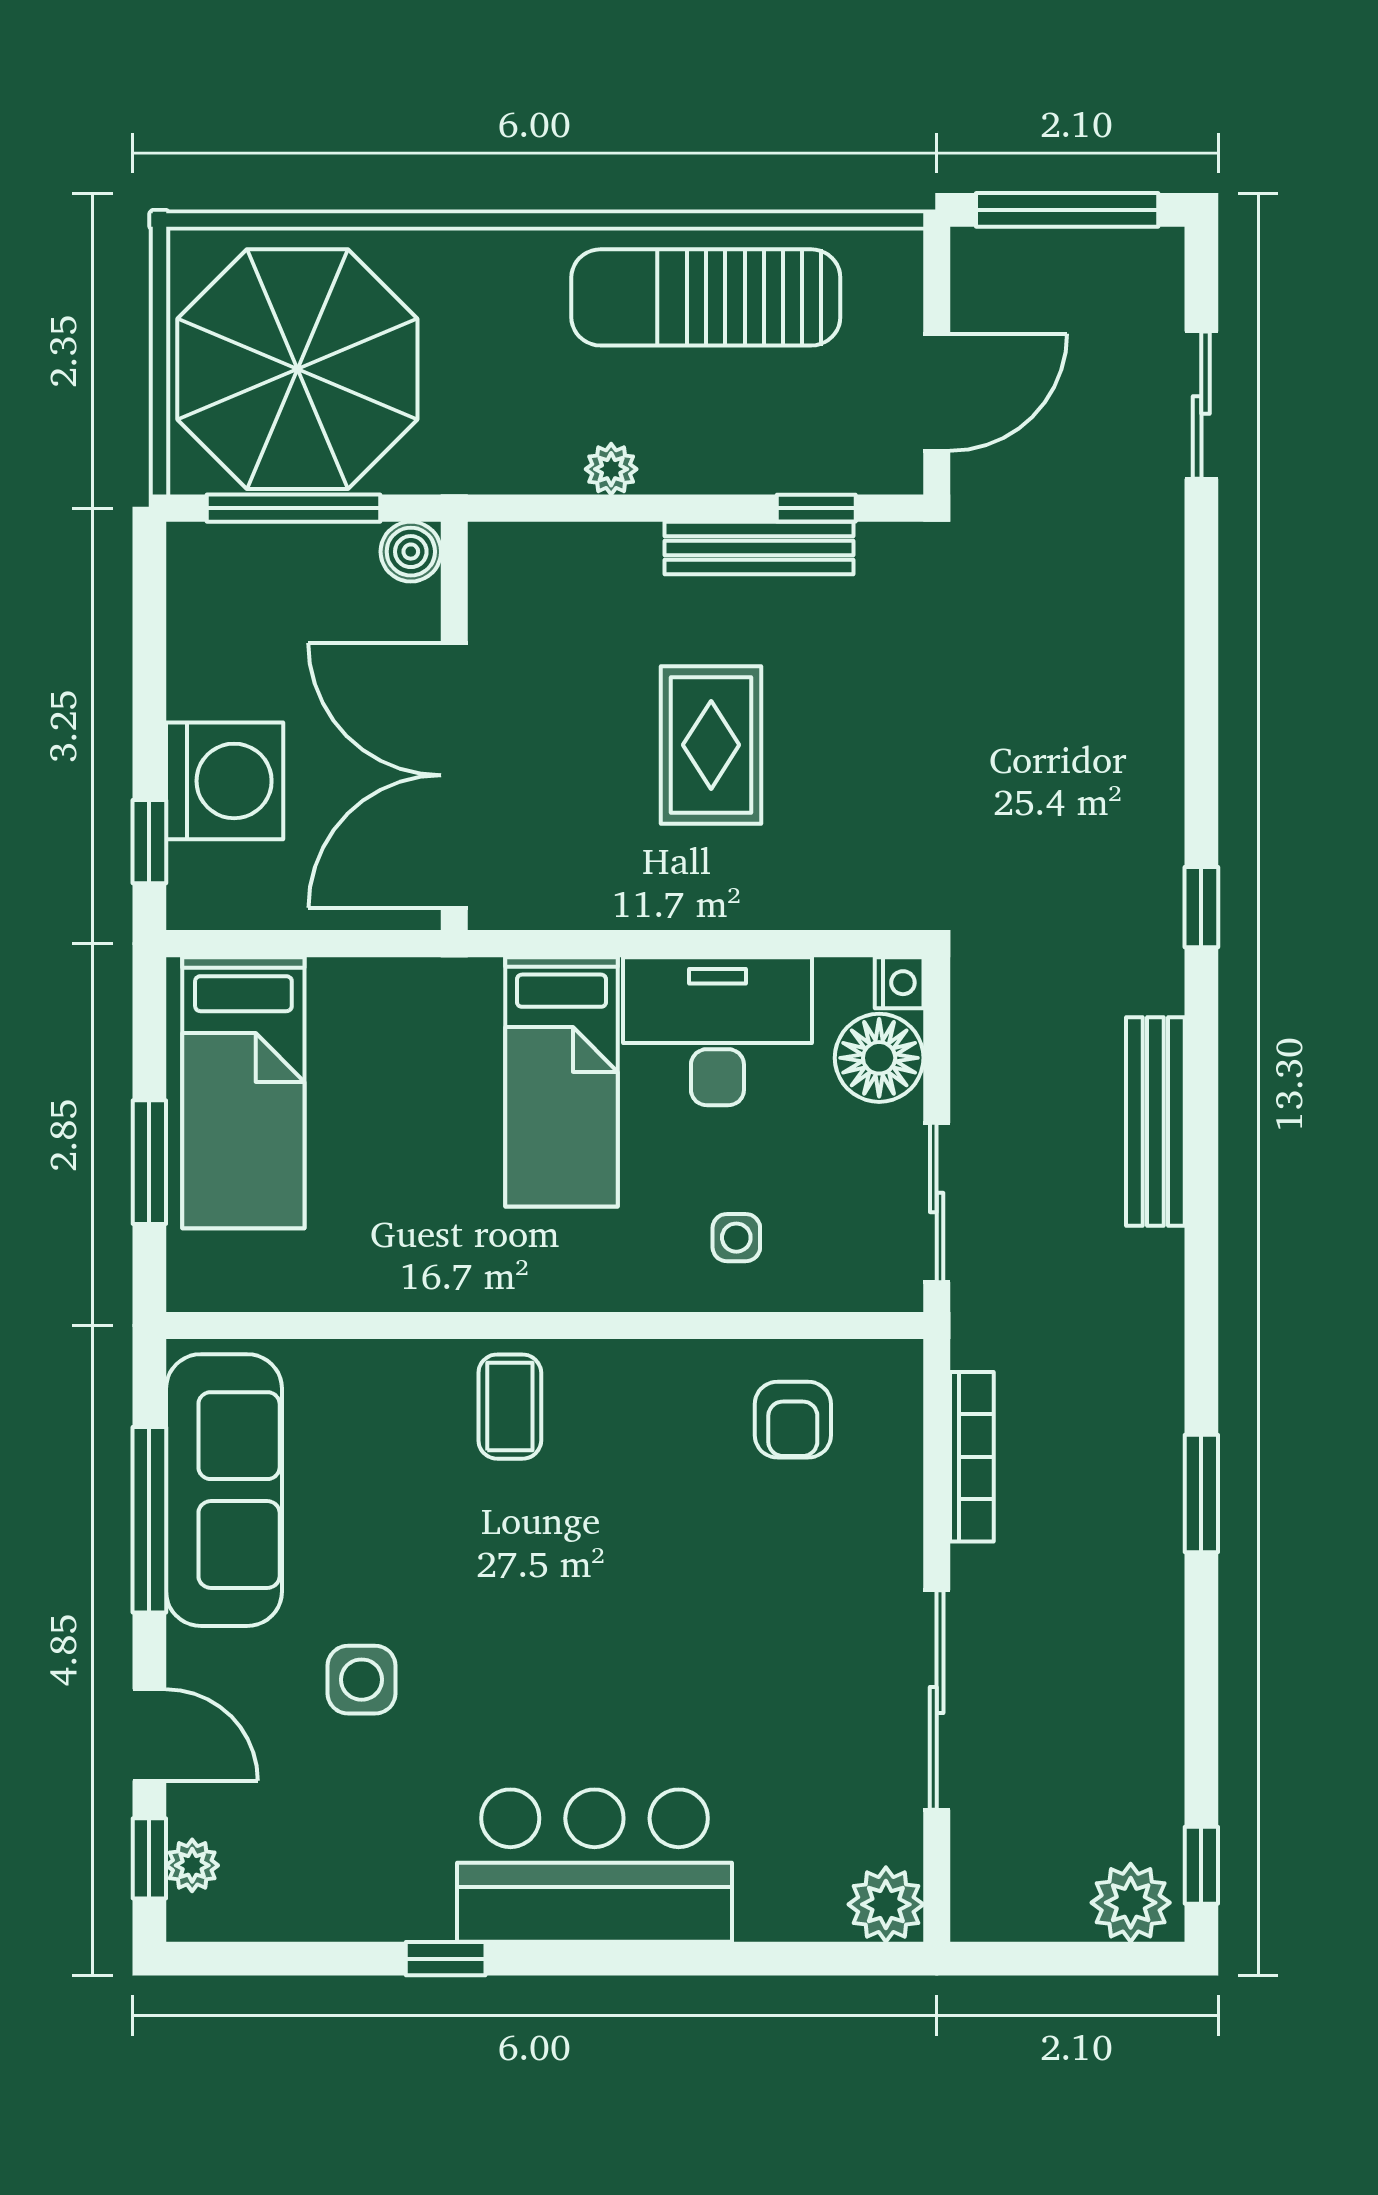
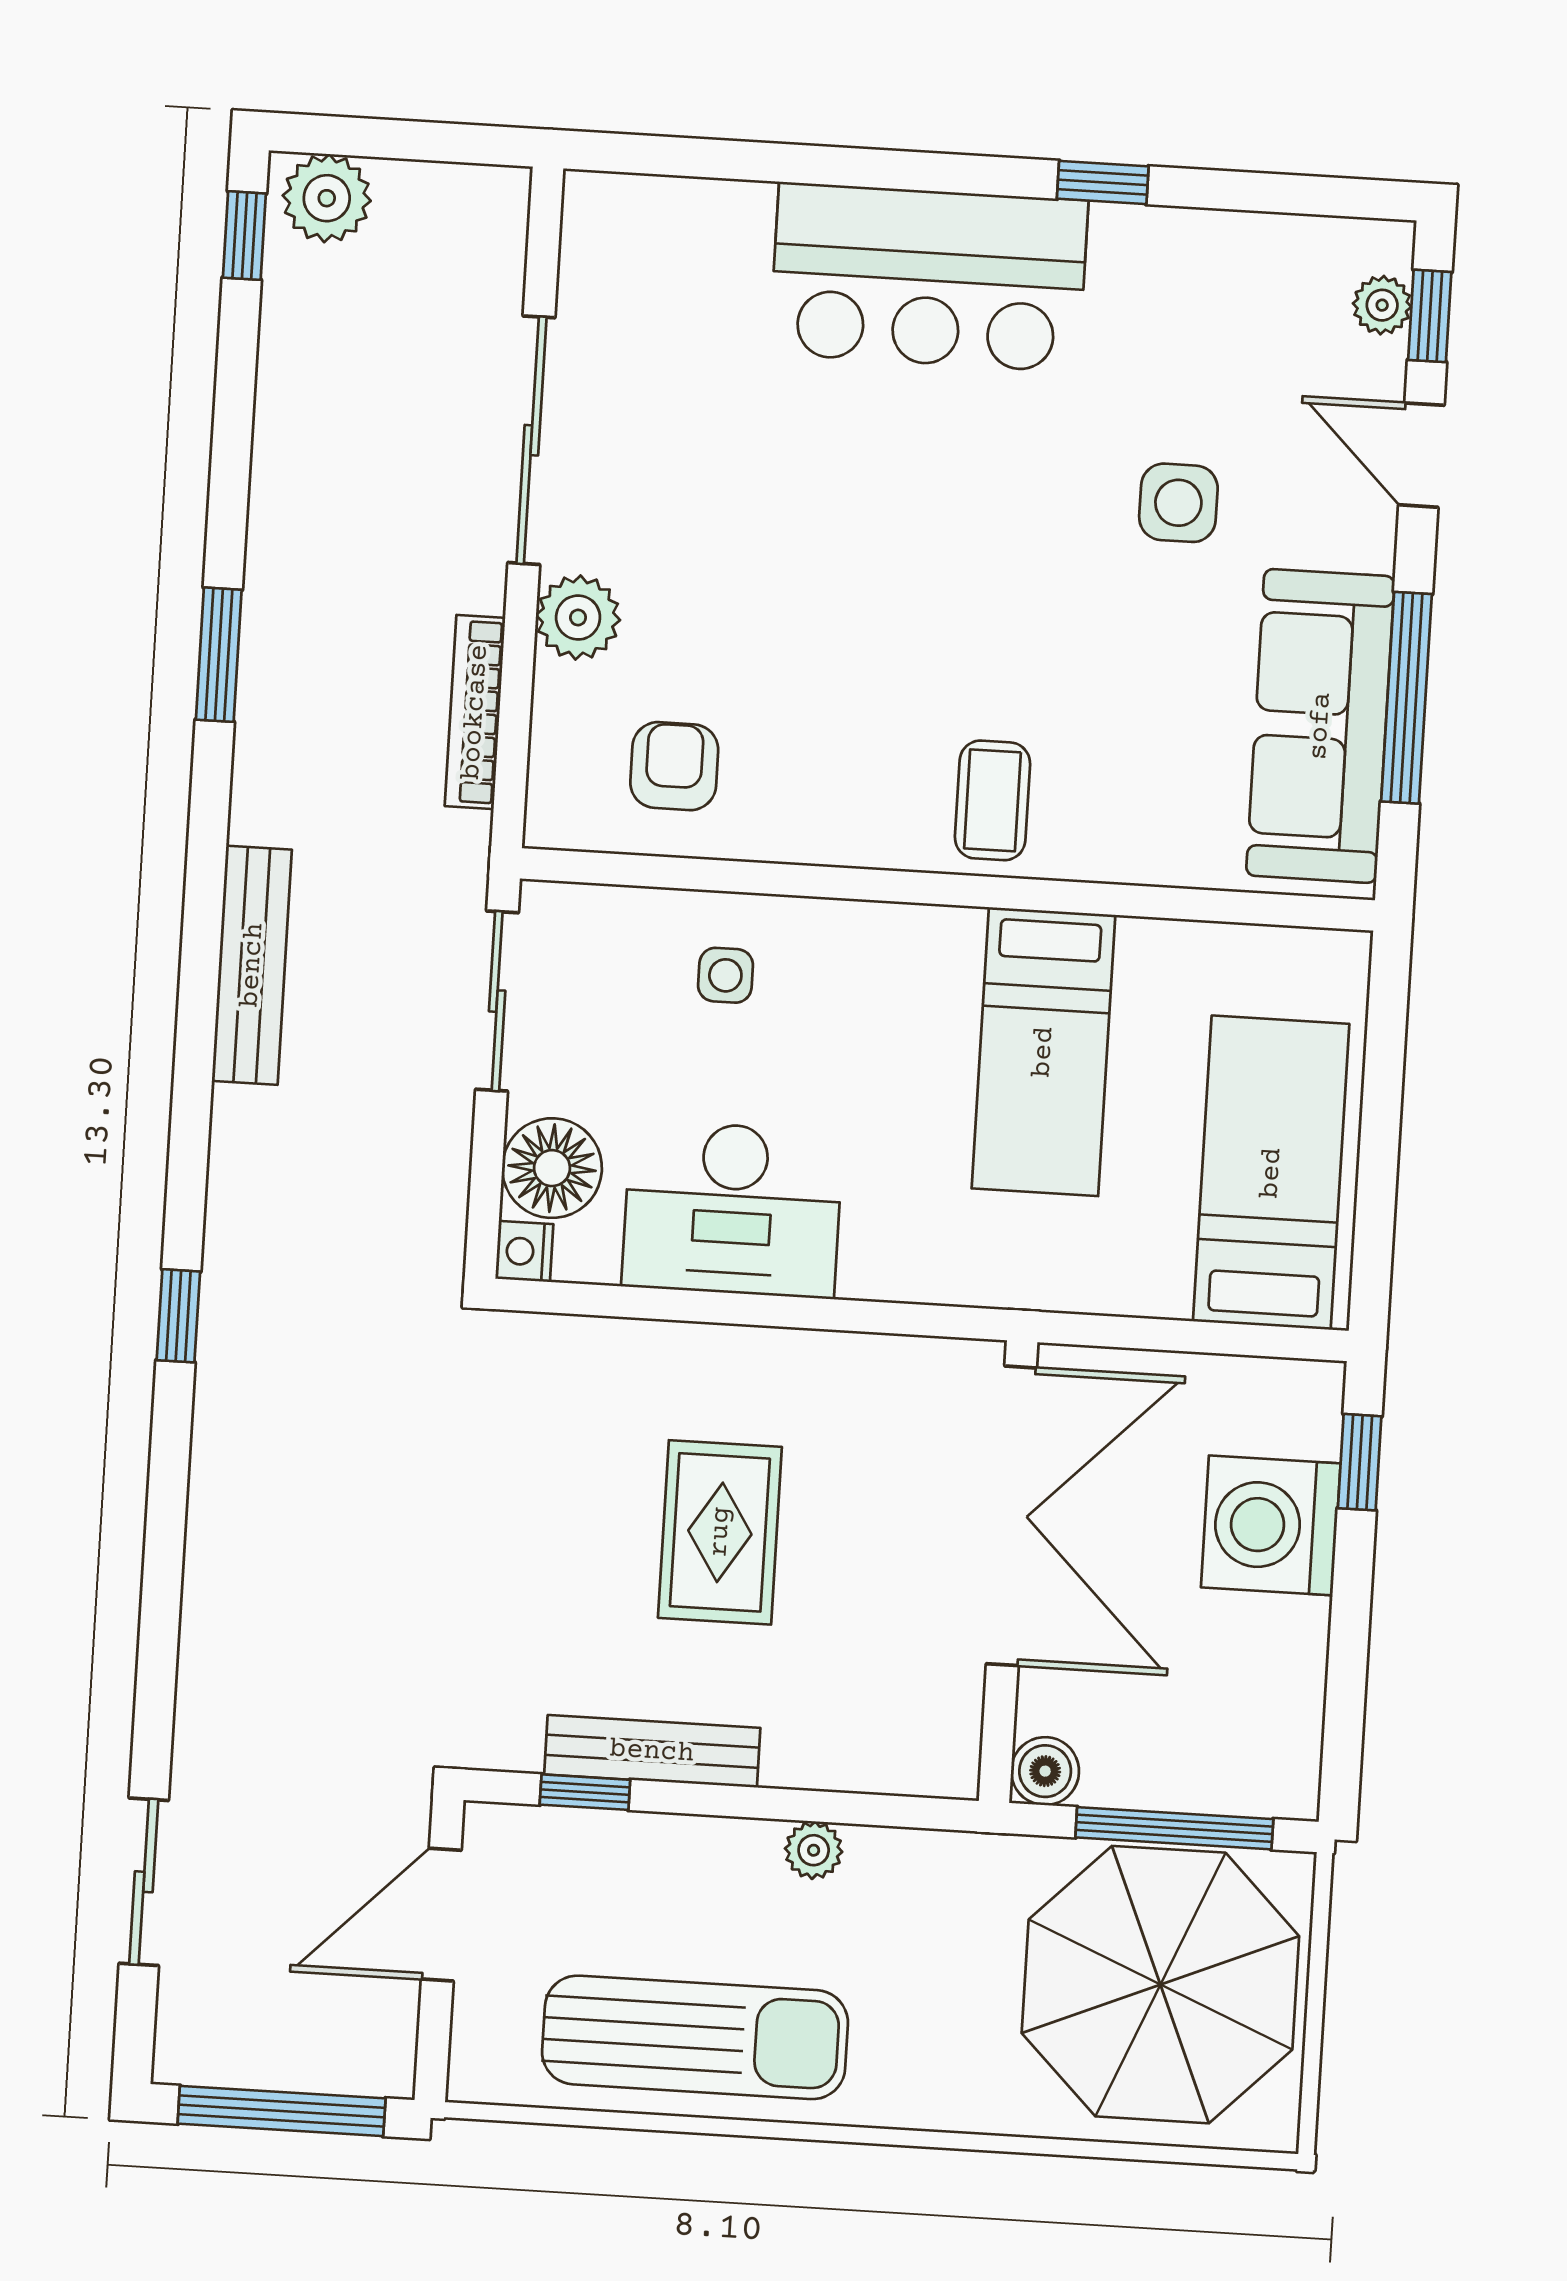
bed: (562, 1082) -> (1043, 1052), moved, turned 180
bench: (1155, 1122) -> (252, 965), moved
window: (149, 1162) -> (1382, 1101), removed
plant: (886, 1904) -> (578, 618), moved

